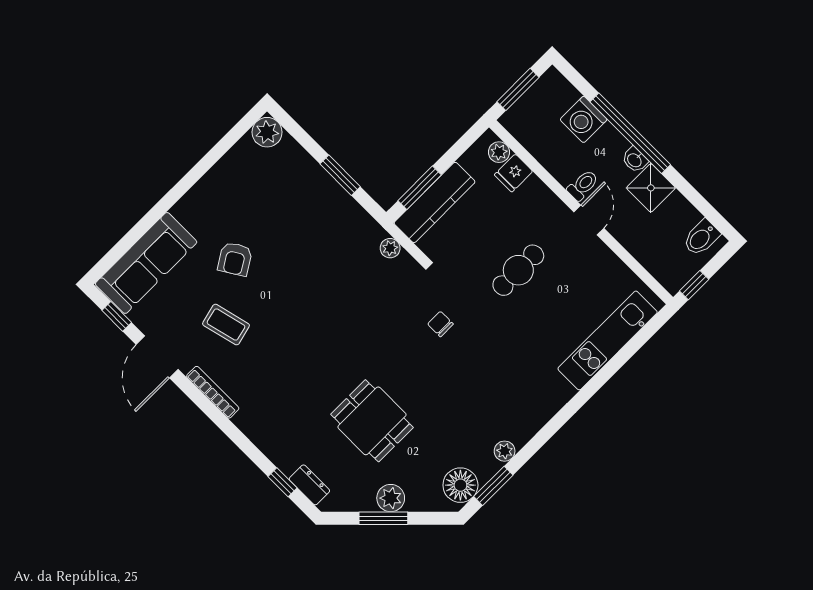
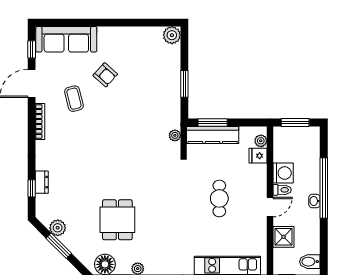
washing machine: (584, 120) -> (283, 173), moved, turned 180
shower: (651, 188) -> (283, 237), moved
armchair: (235, 259) -> (105, 75), turned -106
cafe table: (518, 270) -> (219, 198), turned 90
chair: (440, 324) -> (164, 188), removed
dining table: (372, 421) -> (117, 220), moved
dresser: (309, 485) -> (42, 182), moved
plant: (391, 498) -> (58, 228), moved

